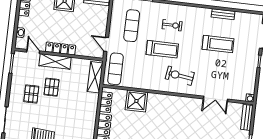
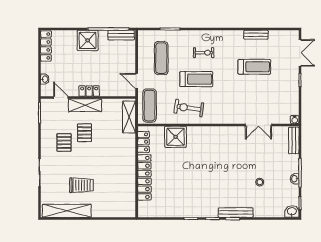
locker: (61, 49) -> (89, 91), width x0.66
exercise bike: (180, 76) -> (189, 108), moved

